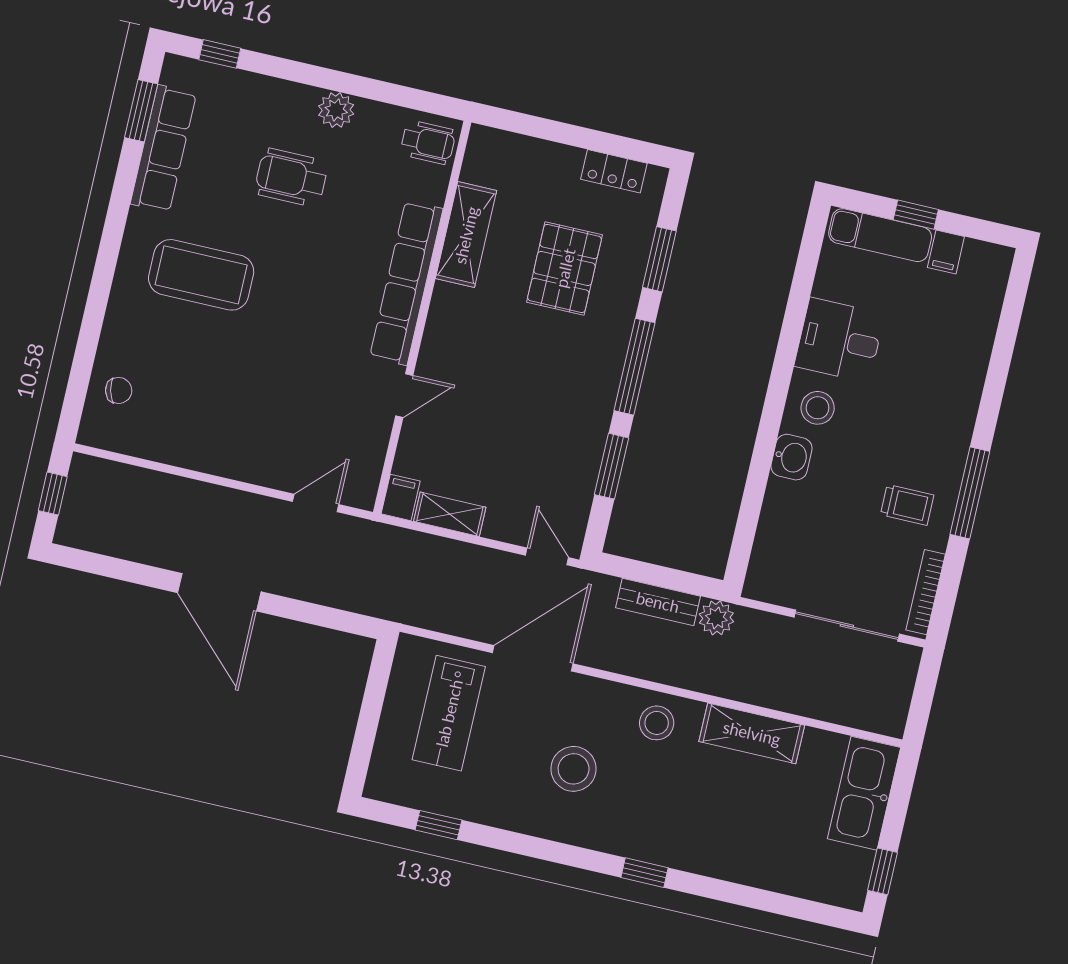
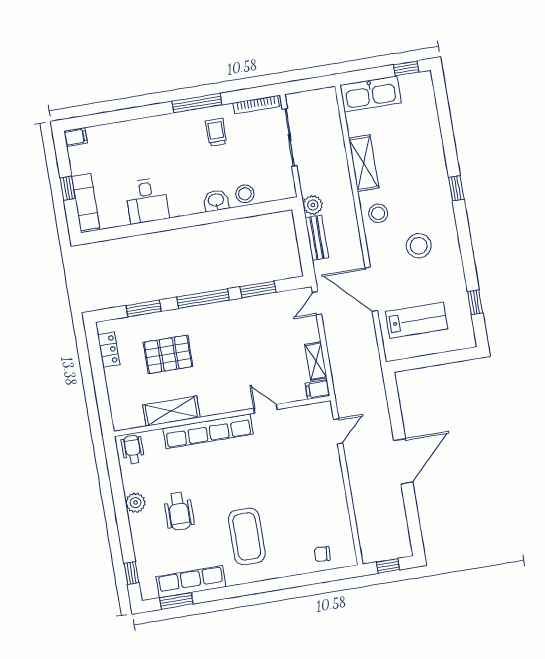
filing cabinet: (946, 252) -> (76, 137), moved
chair: (119, 390) -> (322, 554), turned -72
stool: (818, 408) -> (245, 194), moved
door: (316, 503) -> (338, 431), swing flipped

